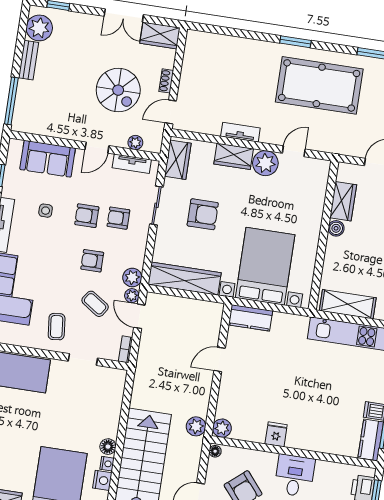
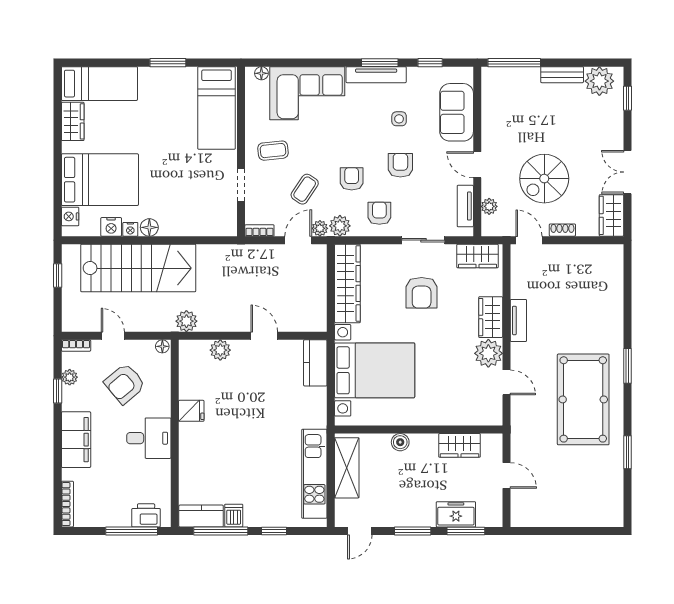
armchair: (118, 218) -> (379, 213), moved
boiler: (336, 228) -> (400, 442), moved
plant: (222, 428) -> (220, 350), moved

